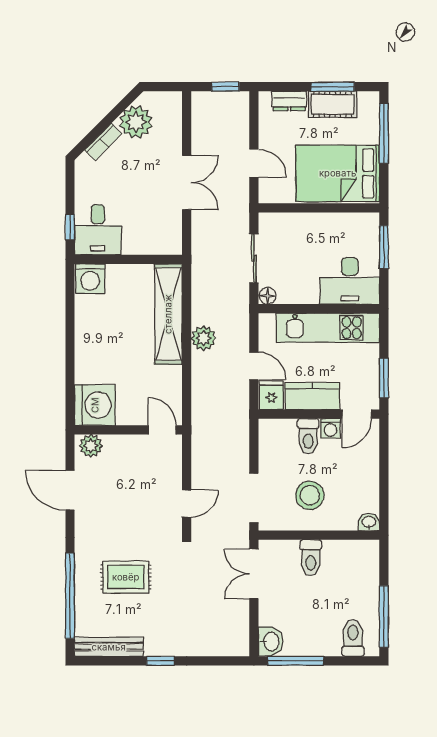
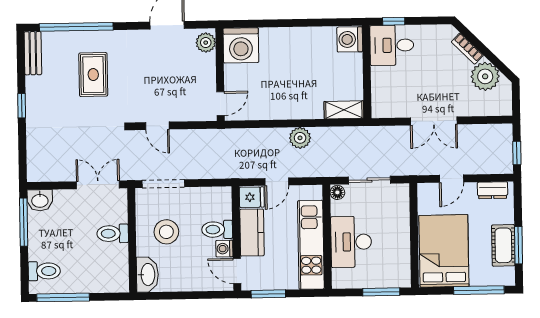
dresser: (289, 101) -> (493, 190), moved, turned -90
desk: (350, 281) -> (351, 242), moved
shelving: (168, 314) -> (344, 110), width x0.45, depth x0.75
washbasin: (369, 522) -> (147, 275), width x1.91, depth x1.45
bench: (109, 647) -> (33, 53), width x0.73

